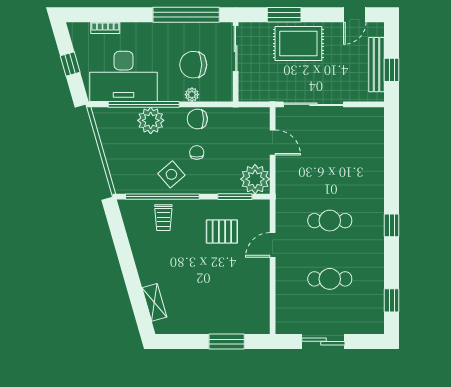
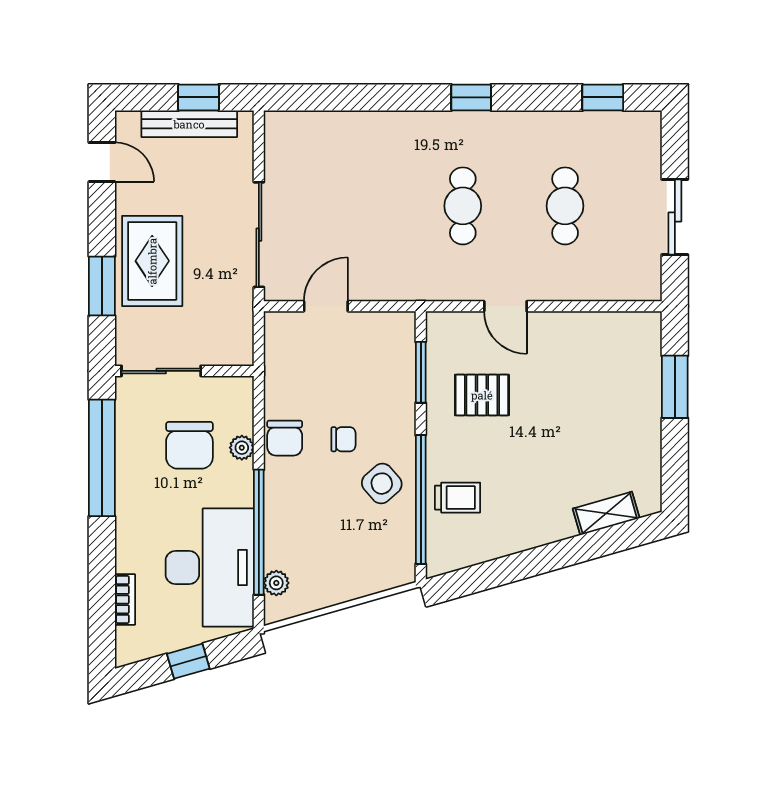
plant: (151, 120) -> (276, 583), moved, width x0.53, depth x0.53
chair: (197, 152) -> (343, 439), turned 180
plant: (255, 179) -> (390, 337), removed
pallet: (222, 232) -> (482, 395), turned 90

